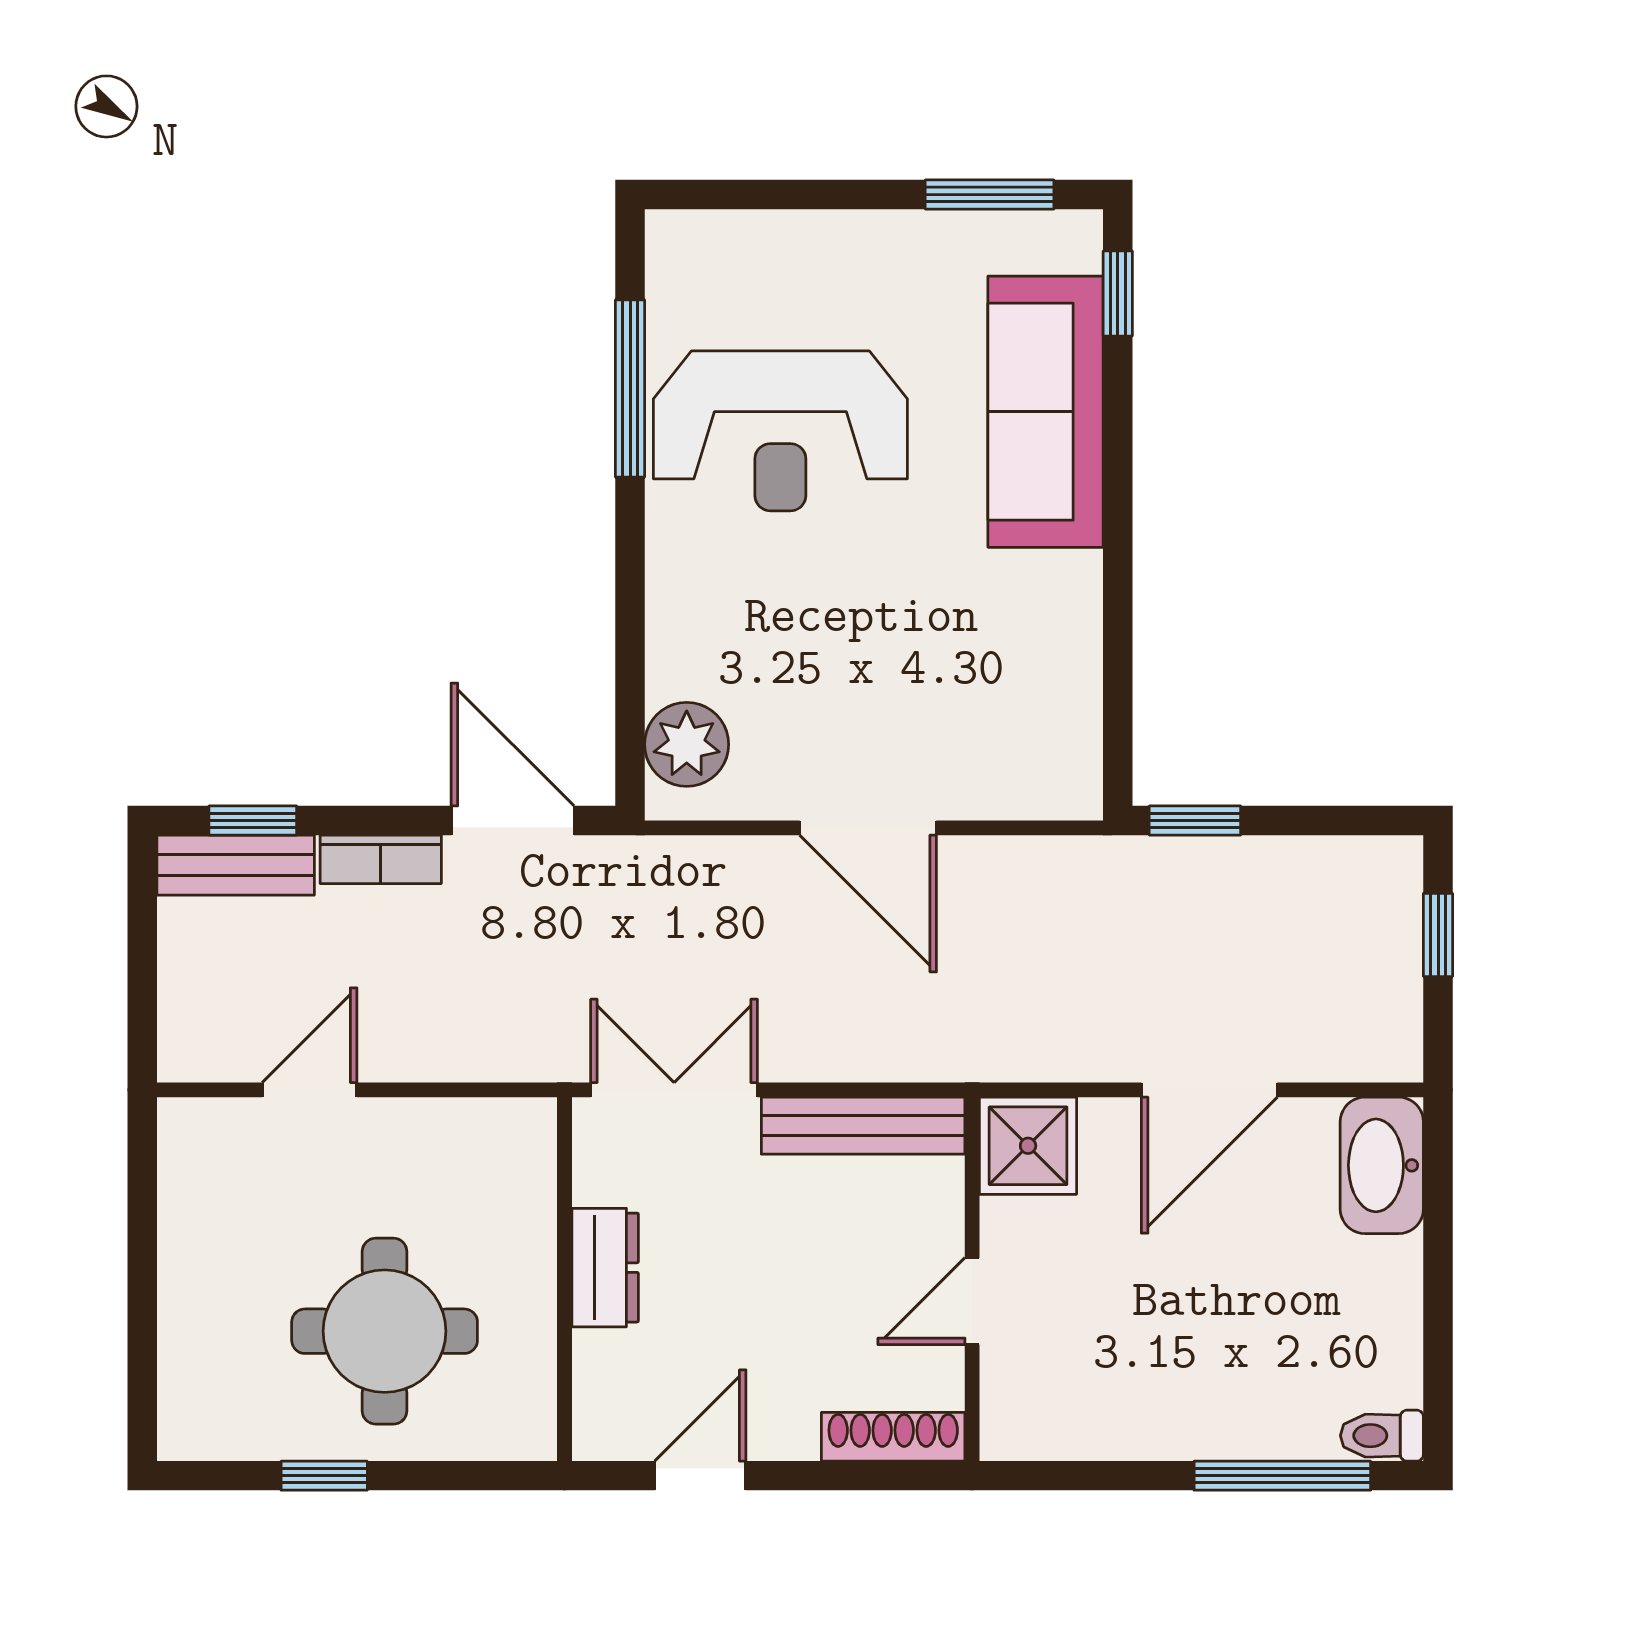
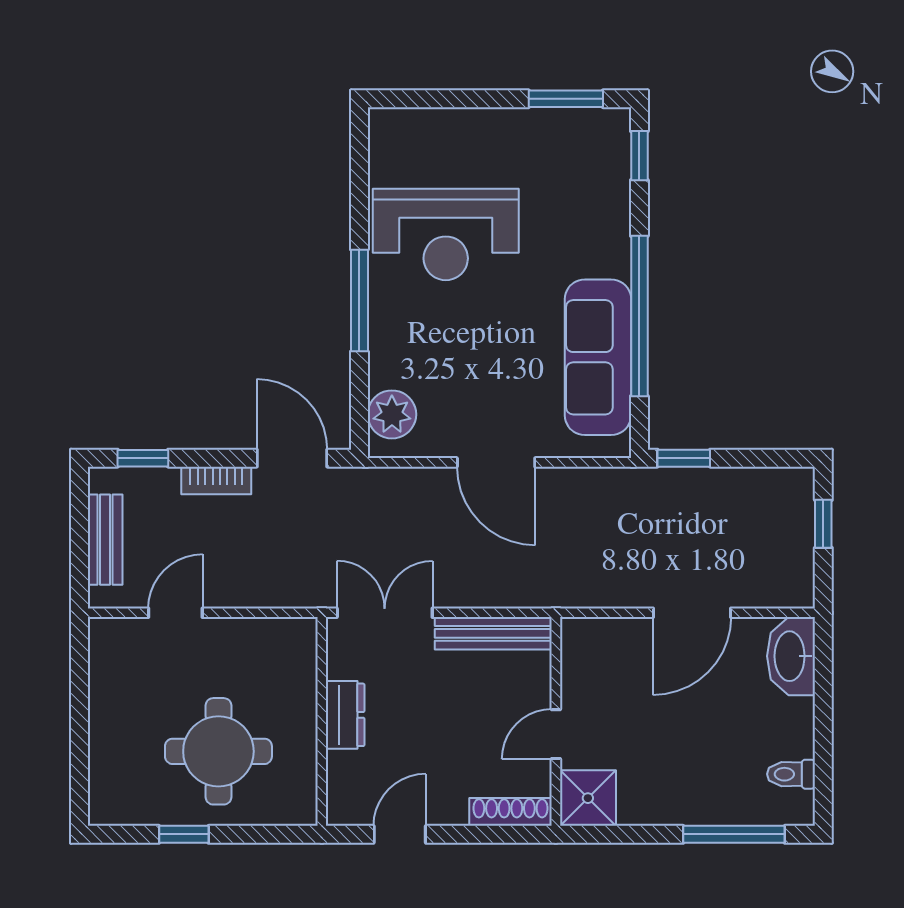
window: (630, 388) -> (359, 301), moved
sofa: (1046, 412) -> (598, 357), moved
window: (1118, 573) -> (639, 316), added
bench: (236, 865) -> (105, 540), moved, turned 90
shower: (1028, 1146) -> (588, 798), moved
toilet: (1382, 1436) -> (791, 774), moved

